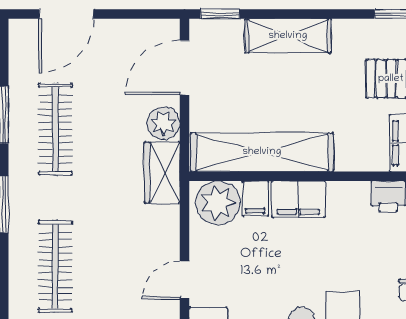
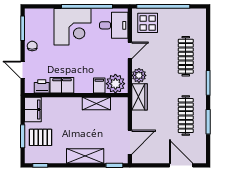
door: (66, 14) -> (181, 165), hinge flipped
plant: (164, 123) -> (139, 75), moved
shelving: (262, 152) -> (96, 103), width x0.45, depth x0.75
filing cabinet: (298, 199) -> (62, 85), moved

